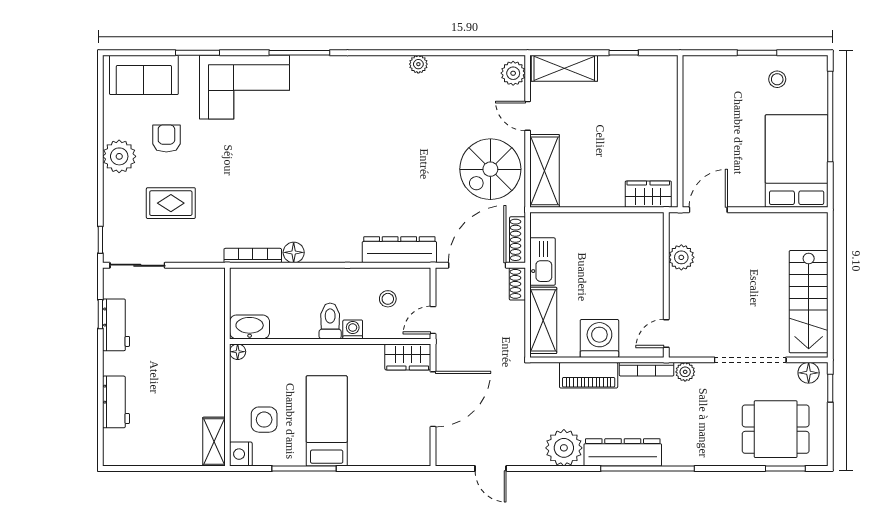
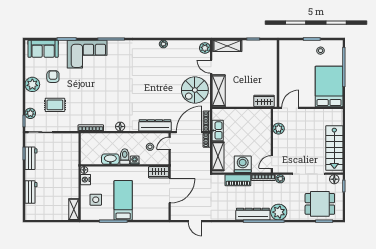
plant: (115, 223) -> (30, 113), added
floor lamp: (294, 252) -> (120, 127), moved
door: (433, 320) -> (170, 143), moved
washbasin: (250, 327) -> (110, 159), moved
plant: (564, 448) -> (279, 212), moved
nightstand: (241, 454) -> (86, 180), moved

